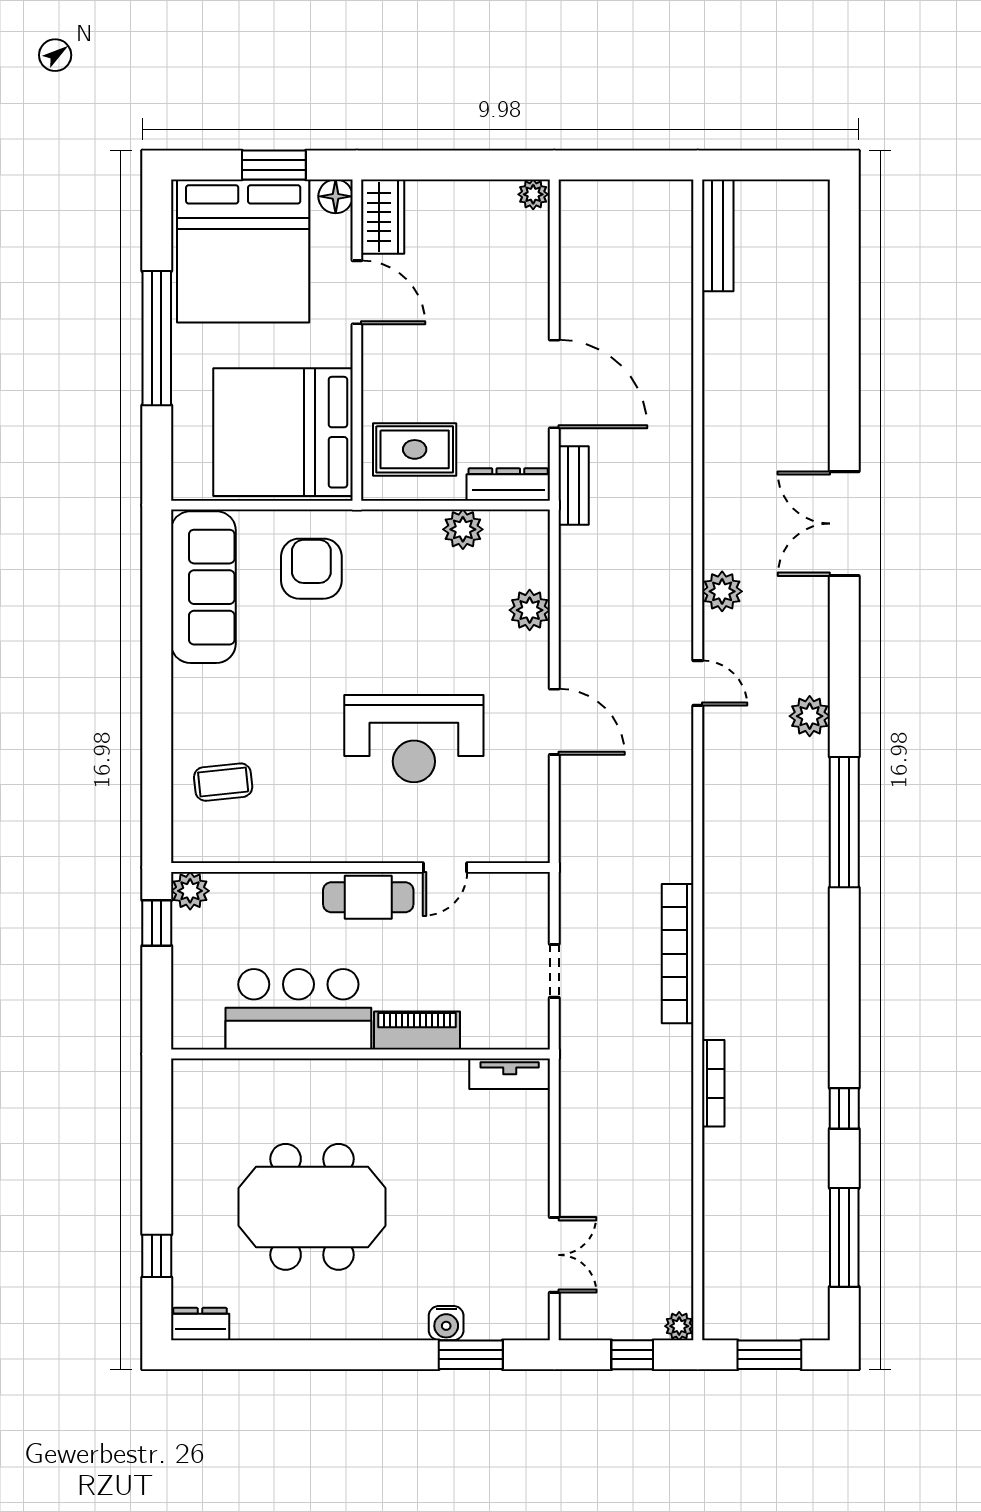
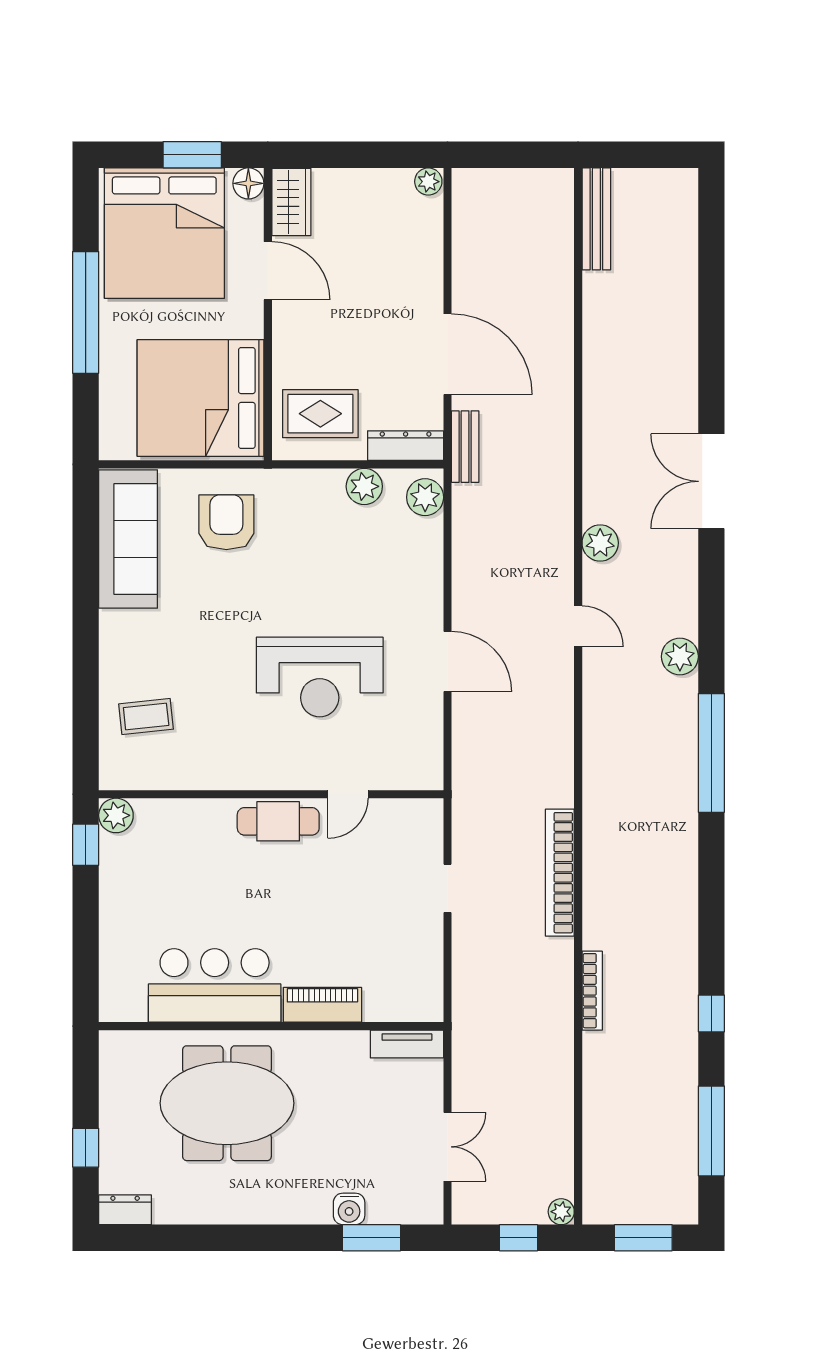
plant: (530, 610) -> (425, 497), moved
bar counter: (298, 1009) -> (215, 985), moved
piano: (417, 1031) -> (322, 1005), moved
wall: (360, 1054) -> (271, 1026), moved
tv unit: (510, 1074) -> (407, 1044), moved

